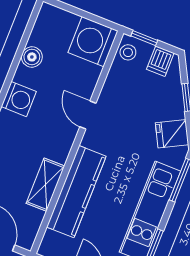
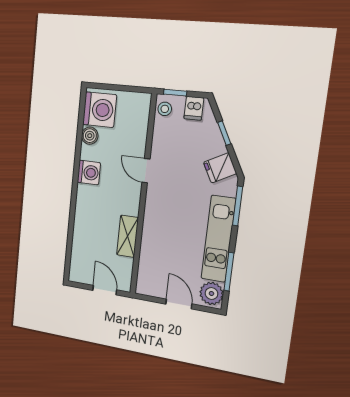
washing machine: (93, 42) -> (99, 110), moved, turned 180
kitchen counter: (76, 192) -> (153, 236), removed

